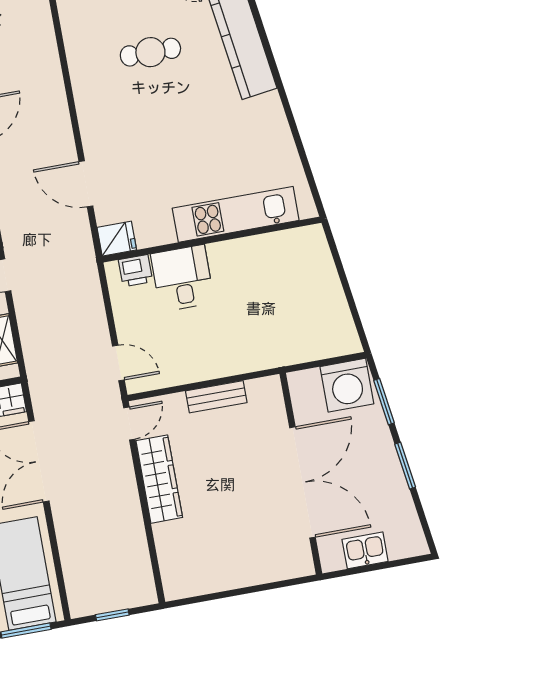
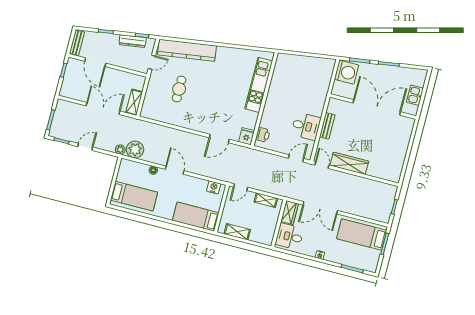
desk: (182, 278) -> (306, 126), moved, turned 180

